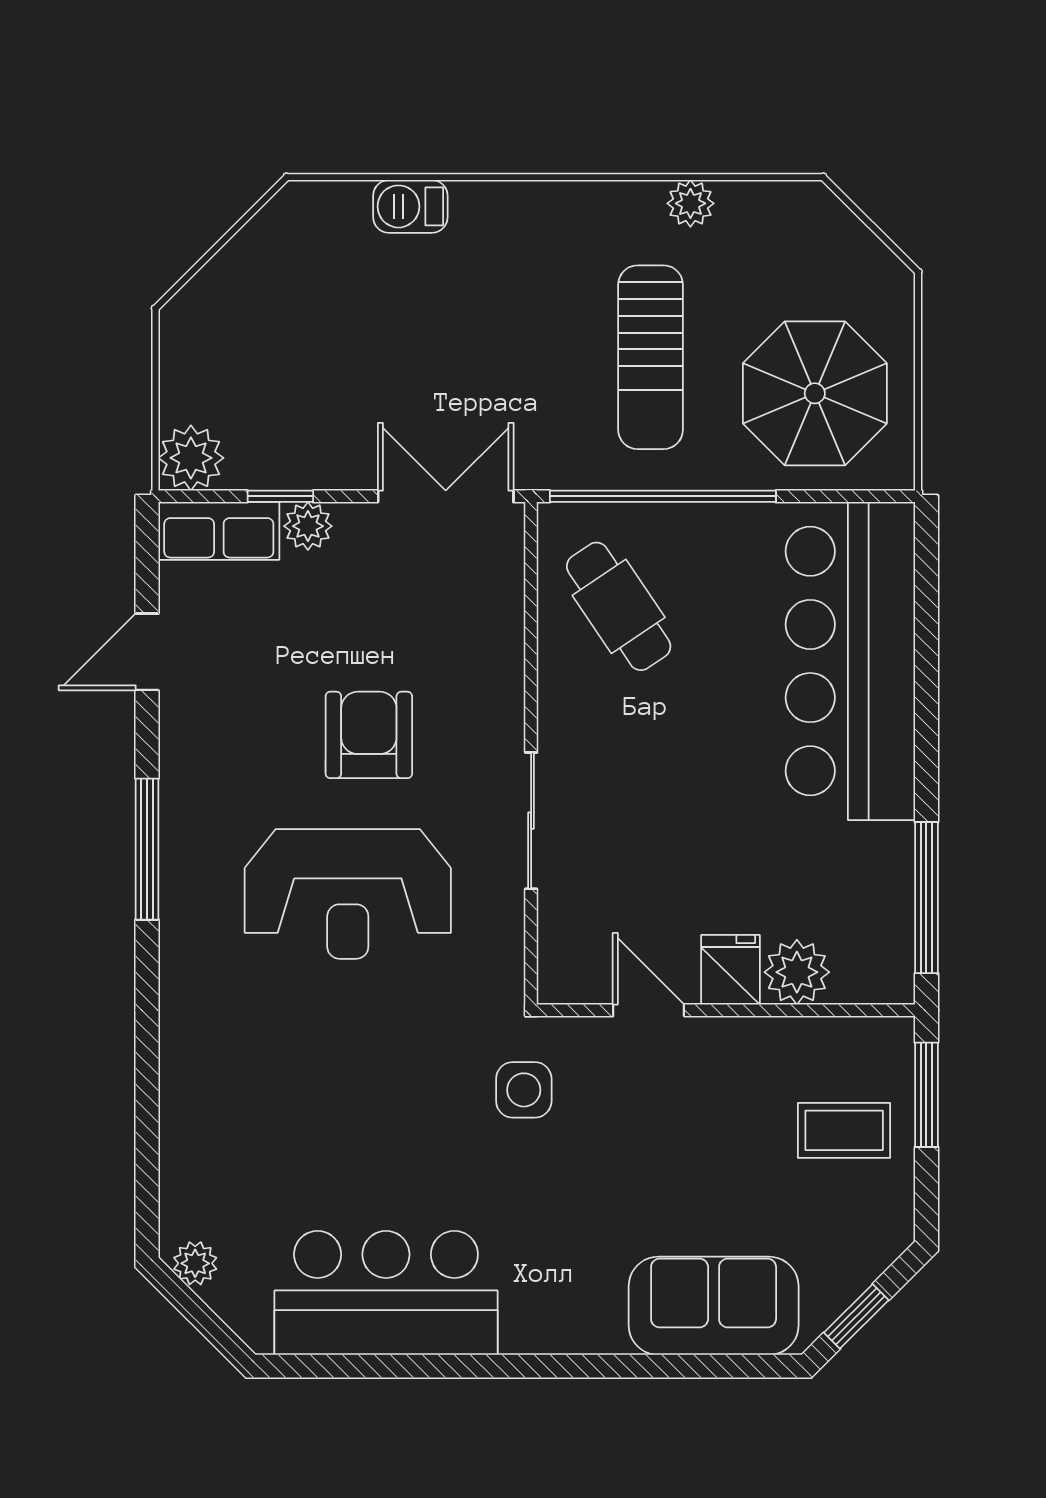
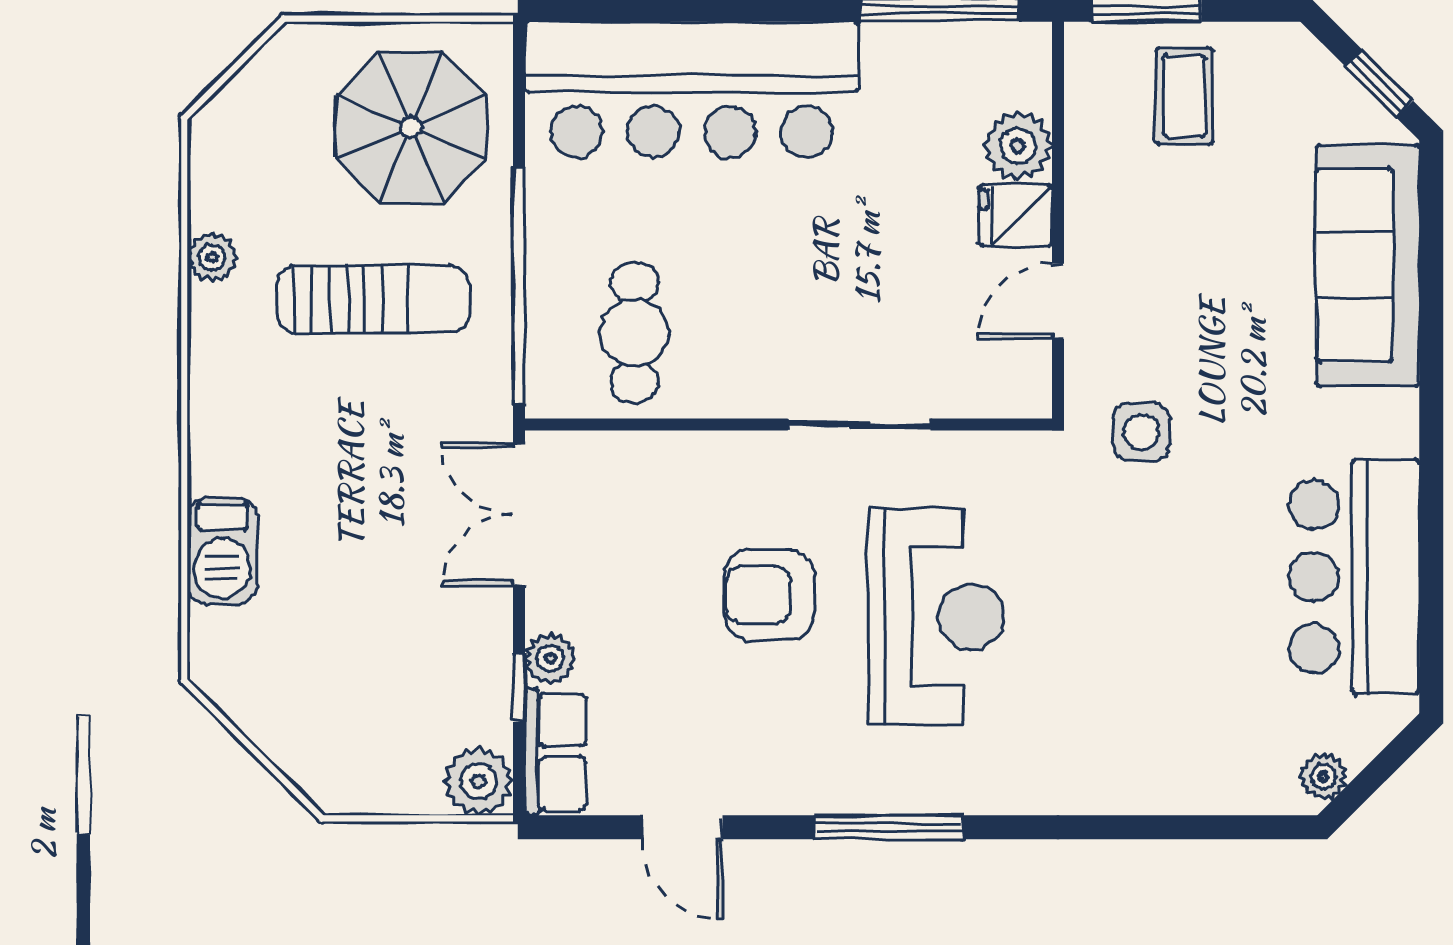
barbecue: (410, 206) -> (222, 551), width x1.38, depth x1.27
cafe table: (619, 606) -> (634, 333), turned -56
sofa: (714, 1306) -> (1368, 265), width x1.36

